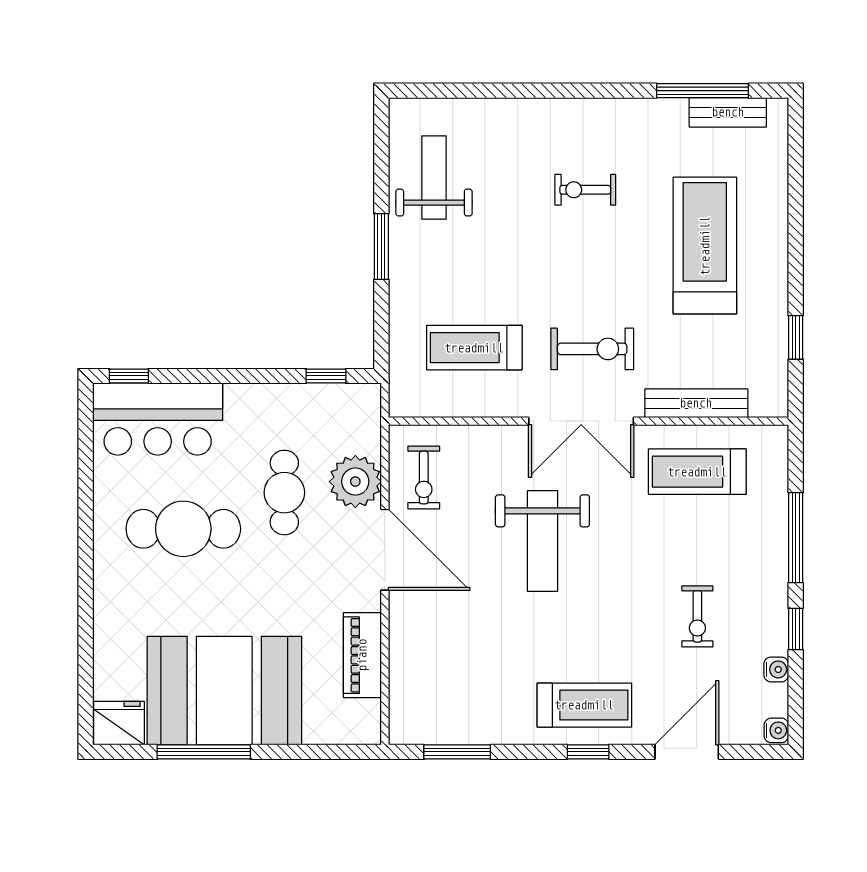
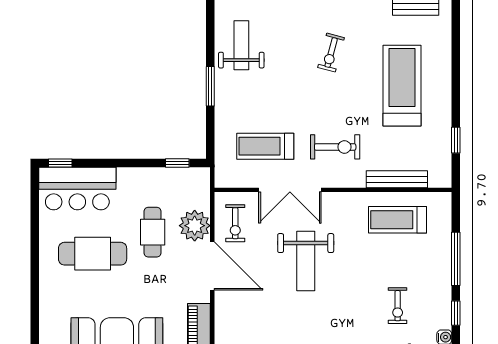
exercise bike: (585, 190) -> (331, 53), turned -75
double door: (581, 421) -> (290, 190), moved

